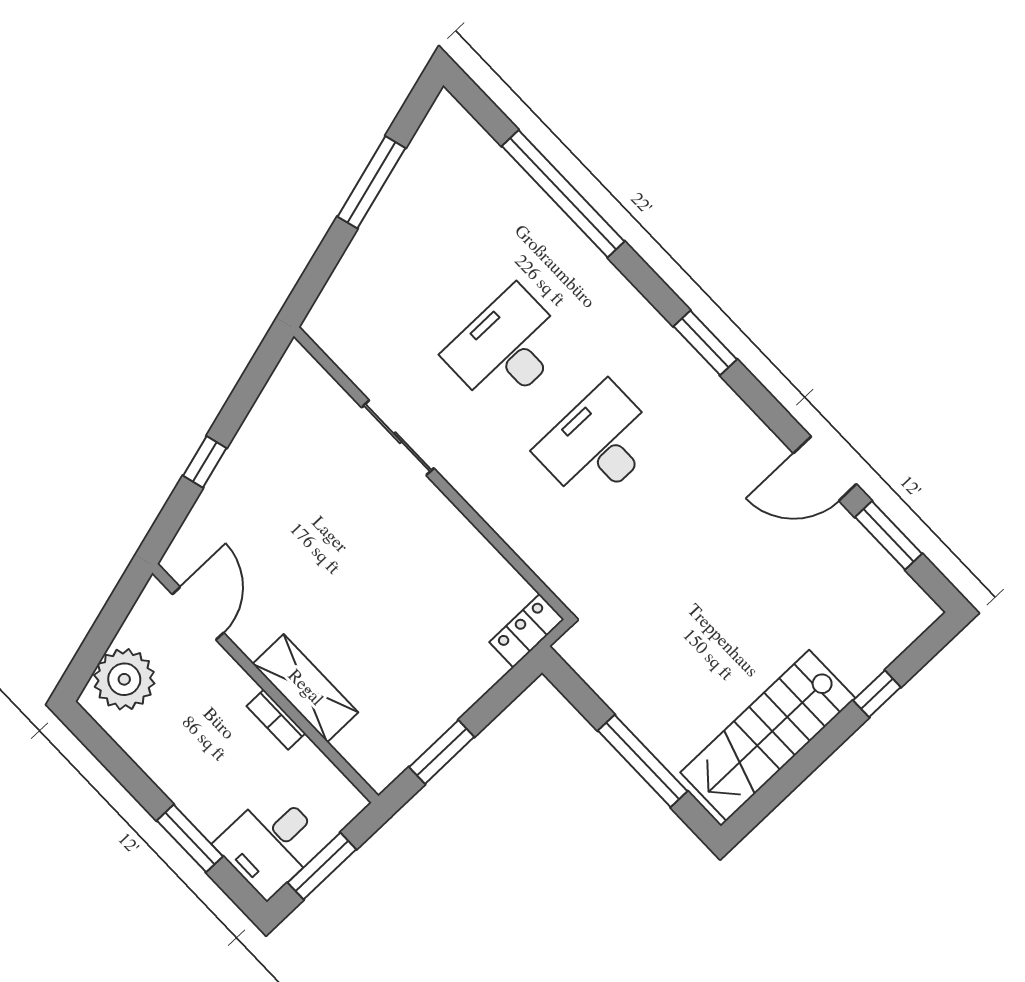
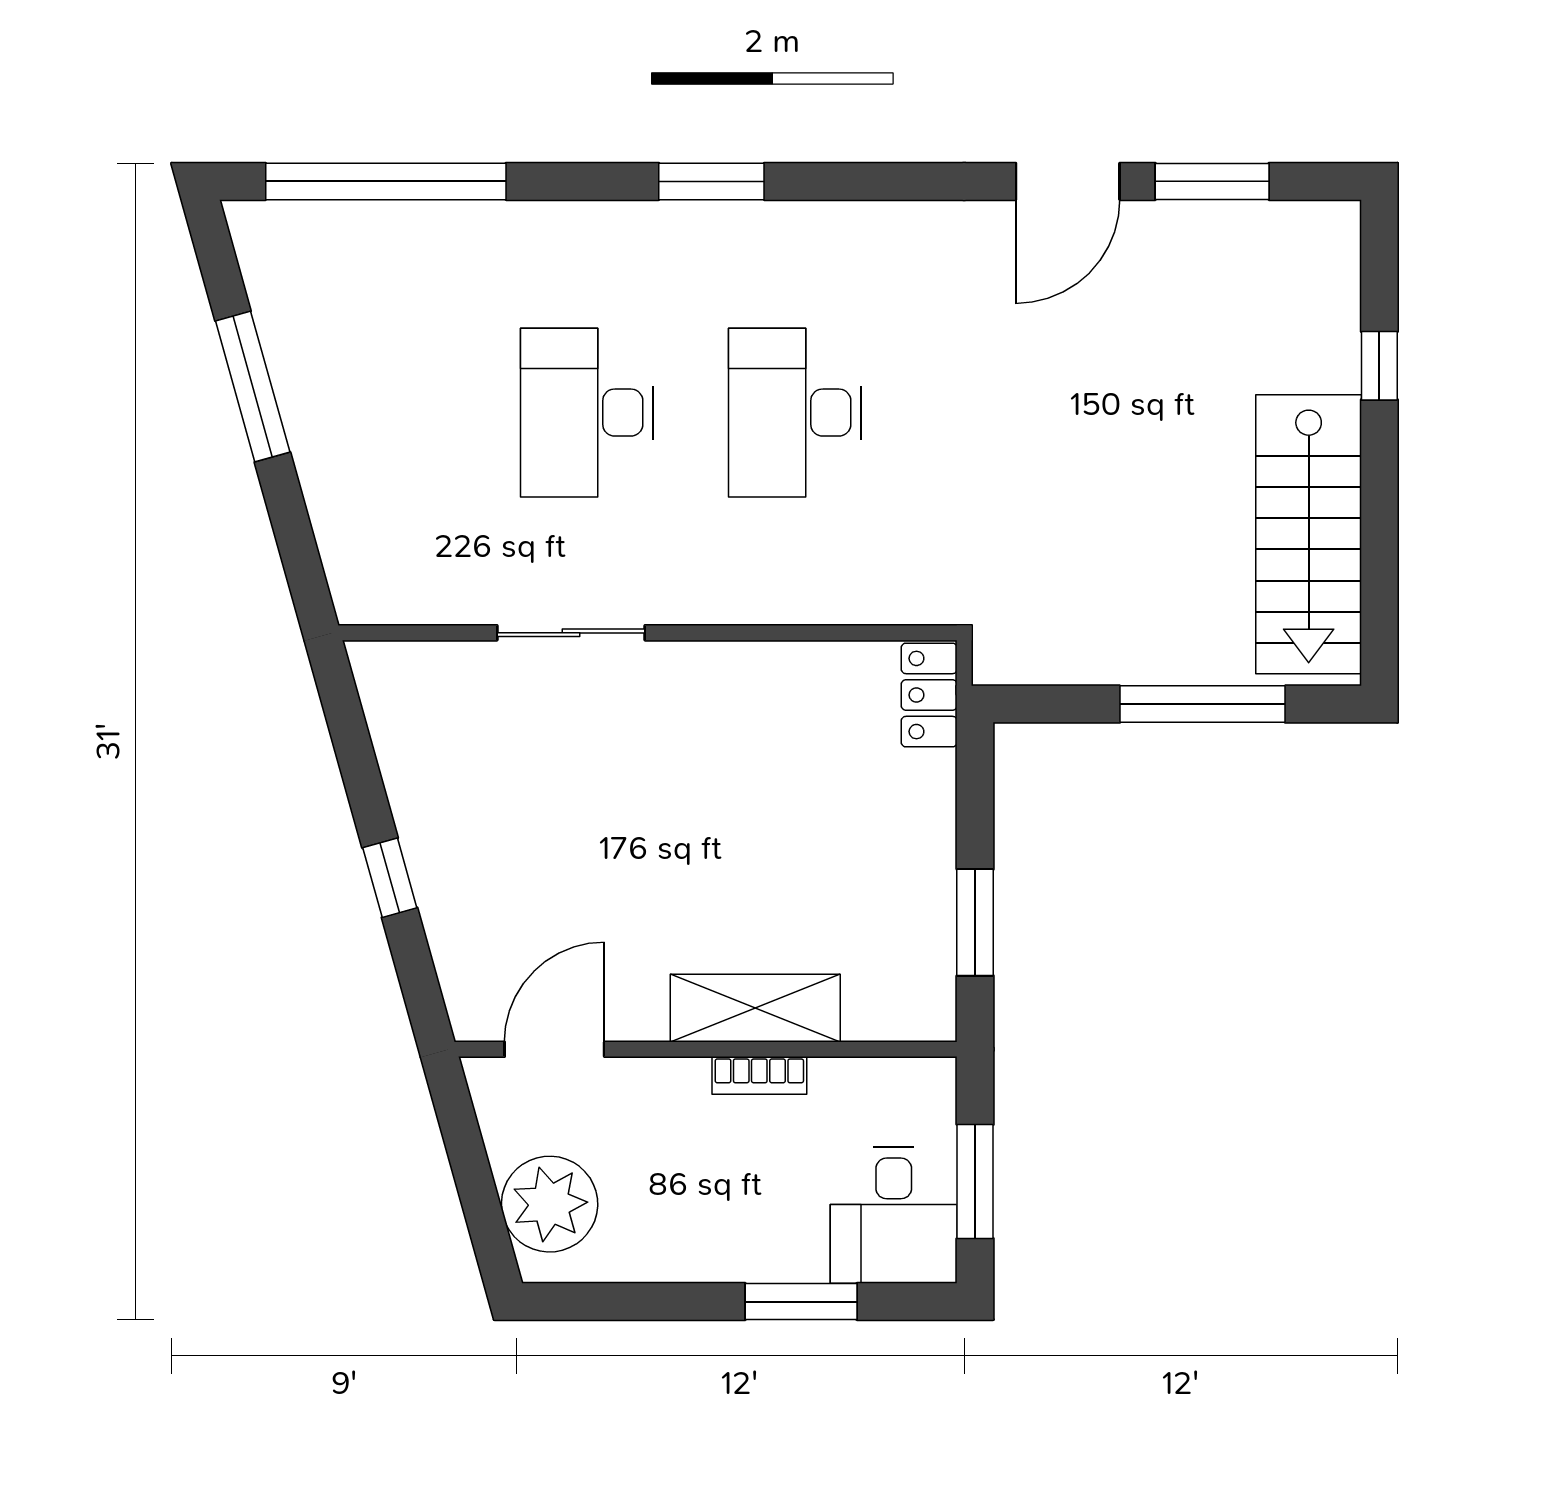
window: (563, 194) -> (386, 181), moved
window: (705, 343) -> (711, 181), moved
door: (198, 613) -> (554, 1049), hinge flipped

